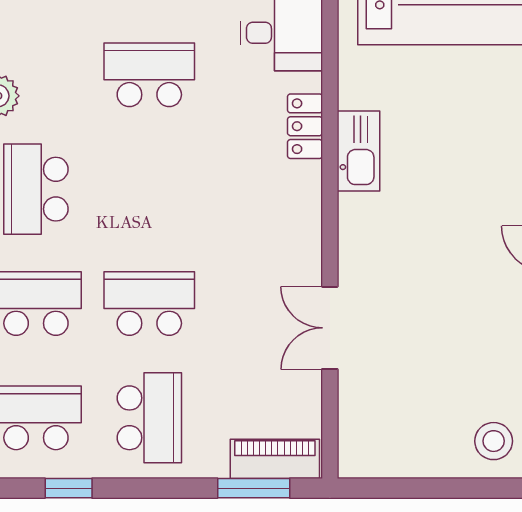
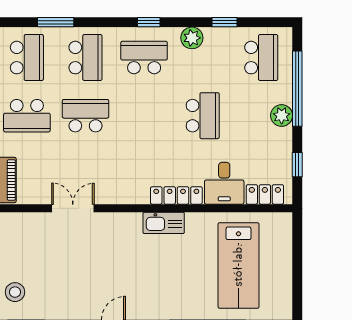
locker: (305, 126) -> (176, 195), width x1.53
school desk: (149, 303) -> (85, 116), turned -90

